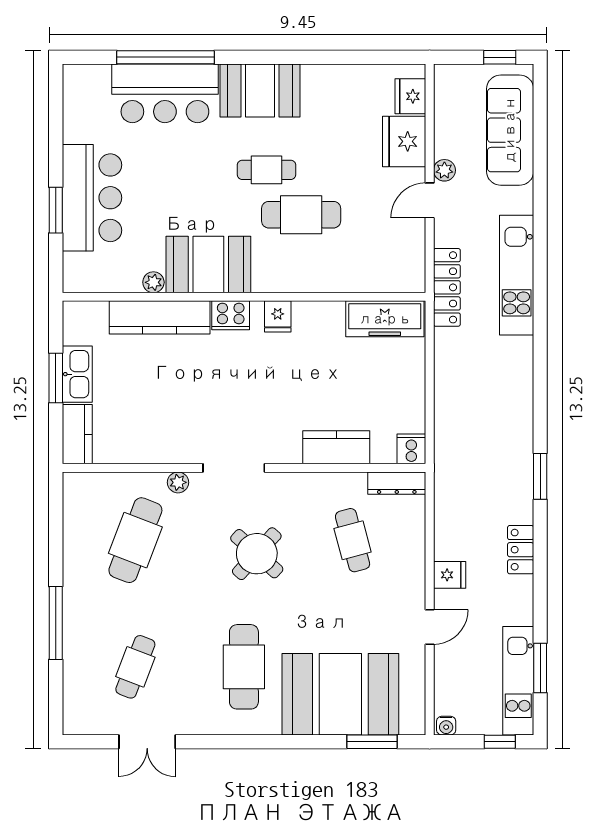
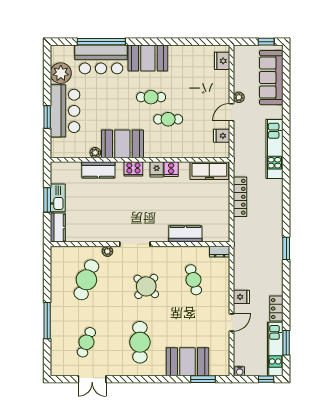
plant: (83, 121) -> (61, 73), added
fridge: (404, 141) -> (222, 136), moved, width x0.53, depth x0.75
cafe table: (301, 215) -> (168, 119), width x0.73, depth x0.74
locker: (447, 287) -> (240, 197), moved
kitchen counter: (160, 317) -> (98, 170), width x0.67
cooker: (411, 449) -> (171, 169), moved, turned 180
dresser: (397, 483) -> (220, 252), width x0.70
locker: (521, 550) -> (276, 309), moved
booth: (340, 694) -> (188, 362), width x0.73, depth x0.70

